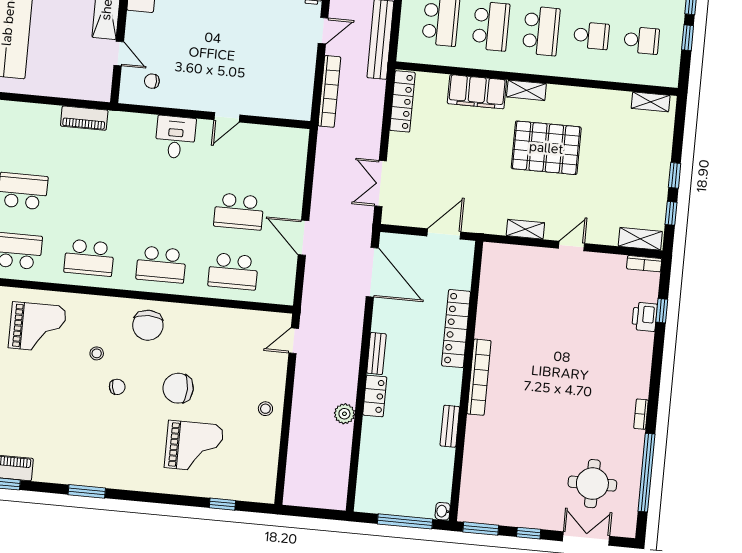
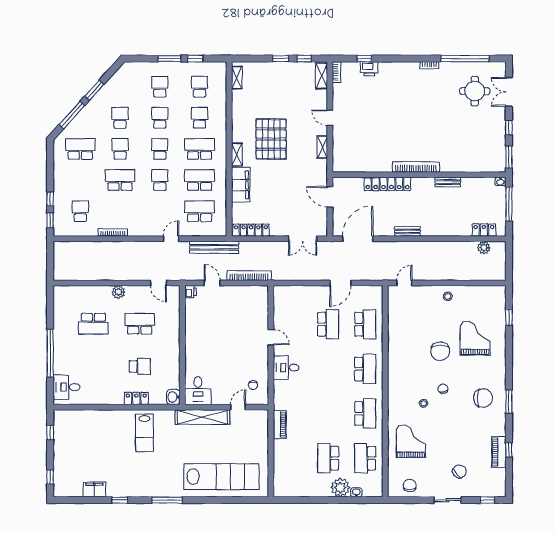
chair: (148, 325) -> (483, 398), moved
door: (294, 341) -> (404, 283), swing flipped
locker: (375, 396) -> (484, 230), moved
plant: (344, 414) -> (484, 248), moved

